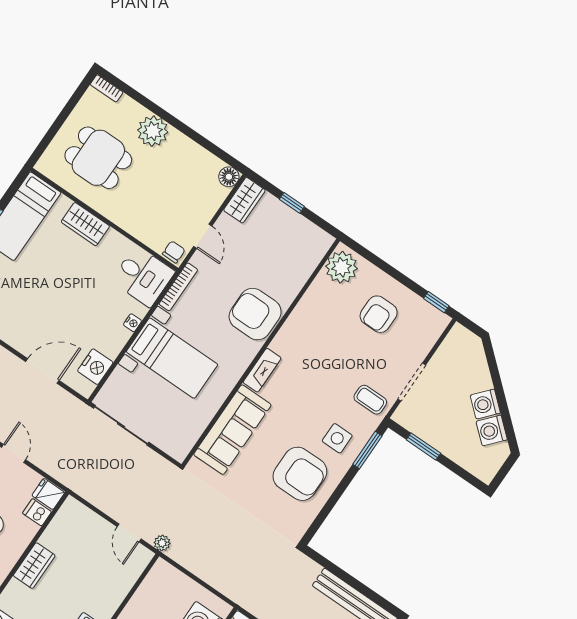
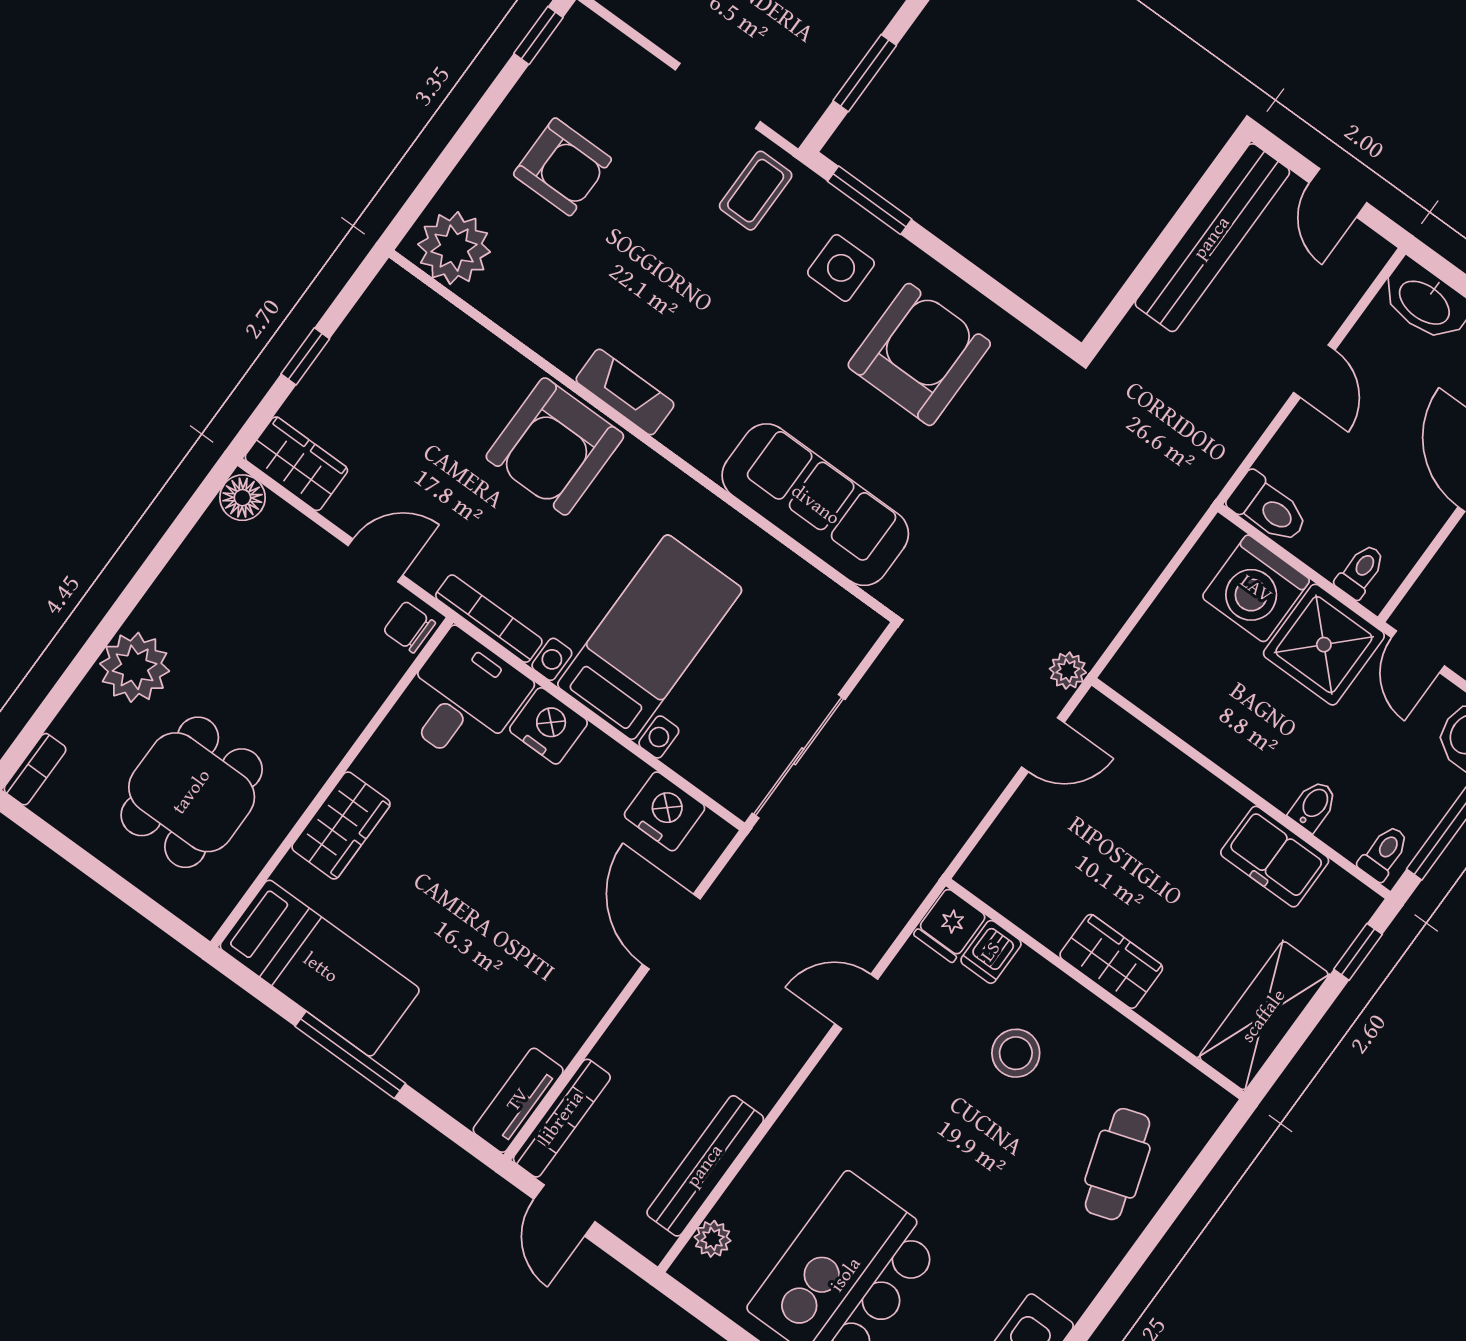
nightstand: (133, 323) -> (548, 726), width x1.89, depth x1.79
fireplace: (262, 370) -> (625, 392), moved

